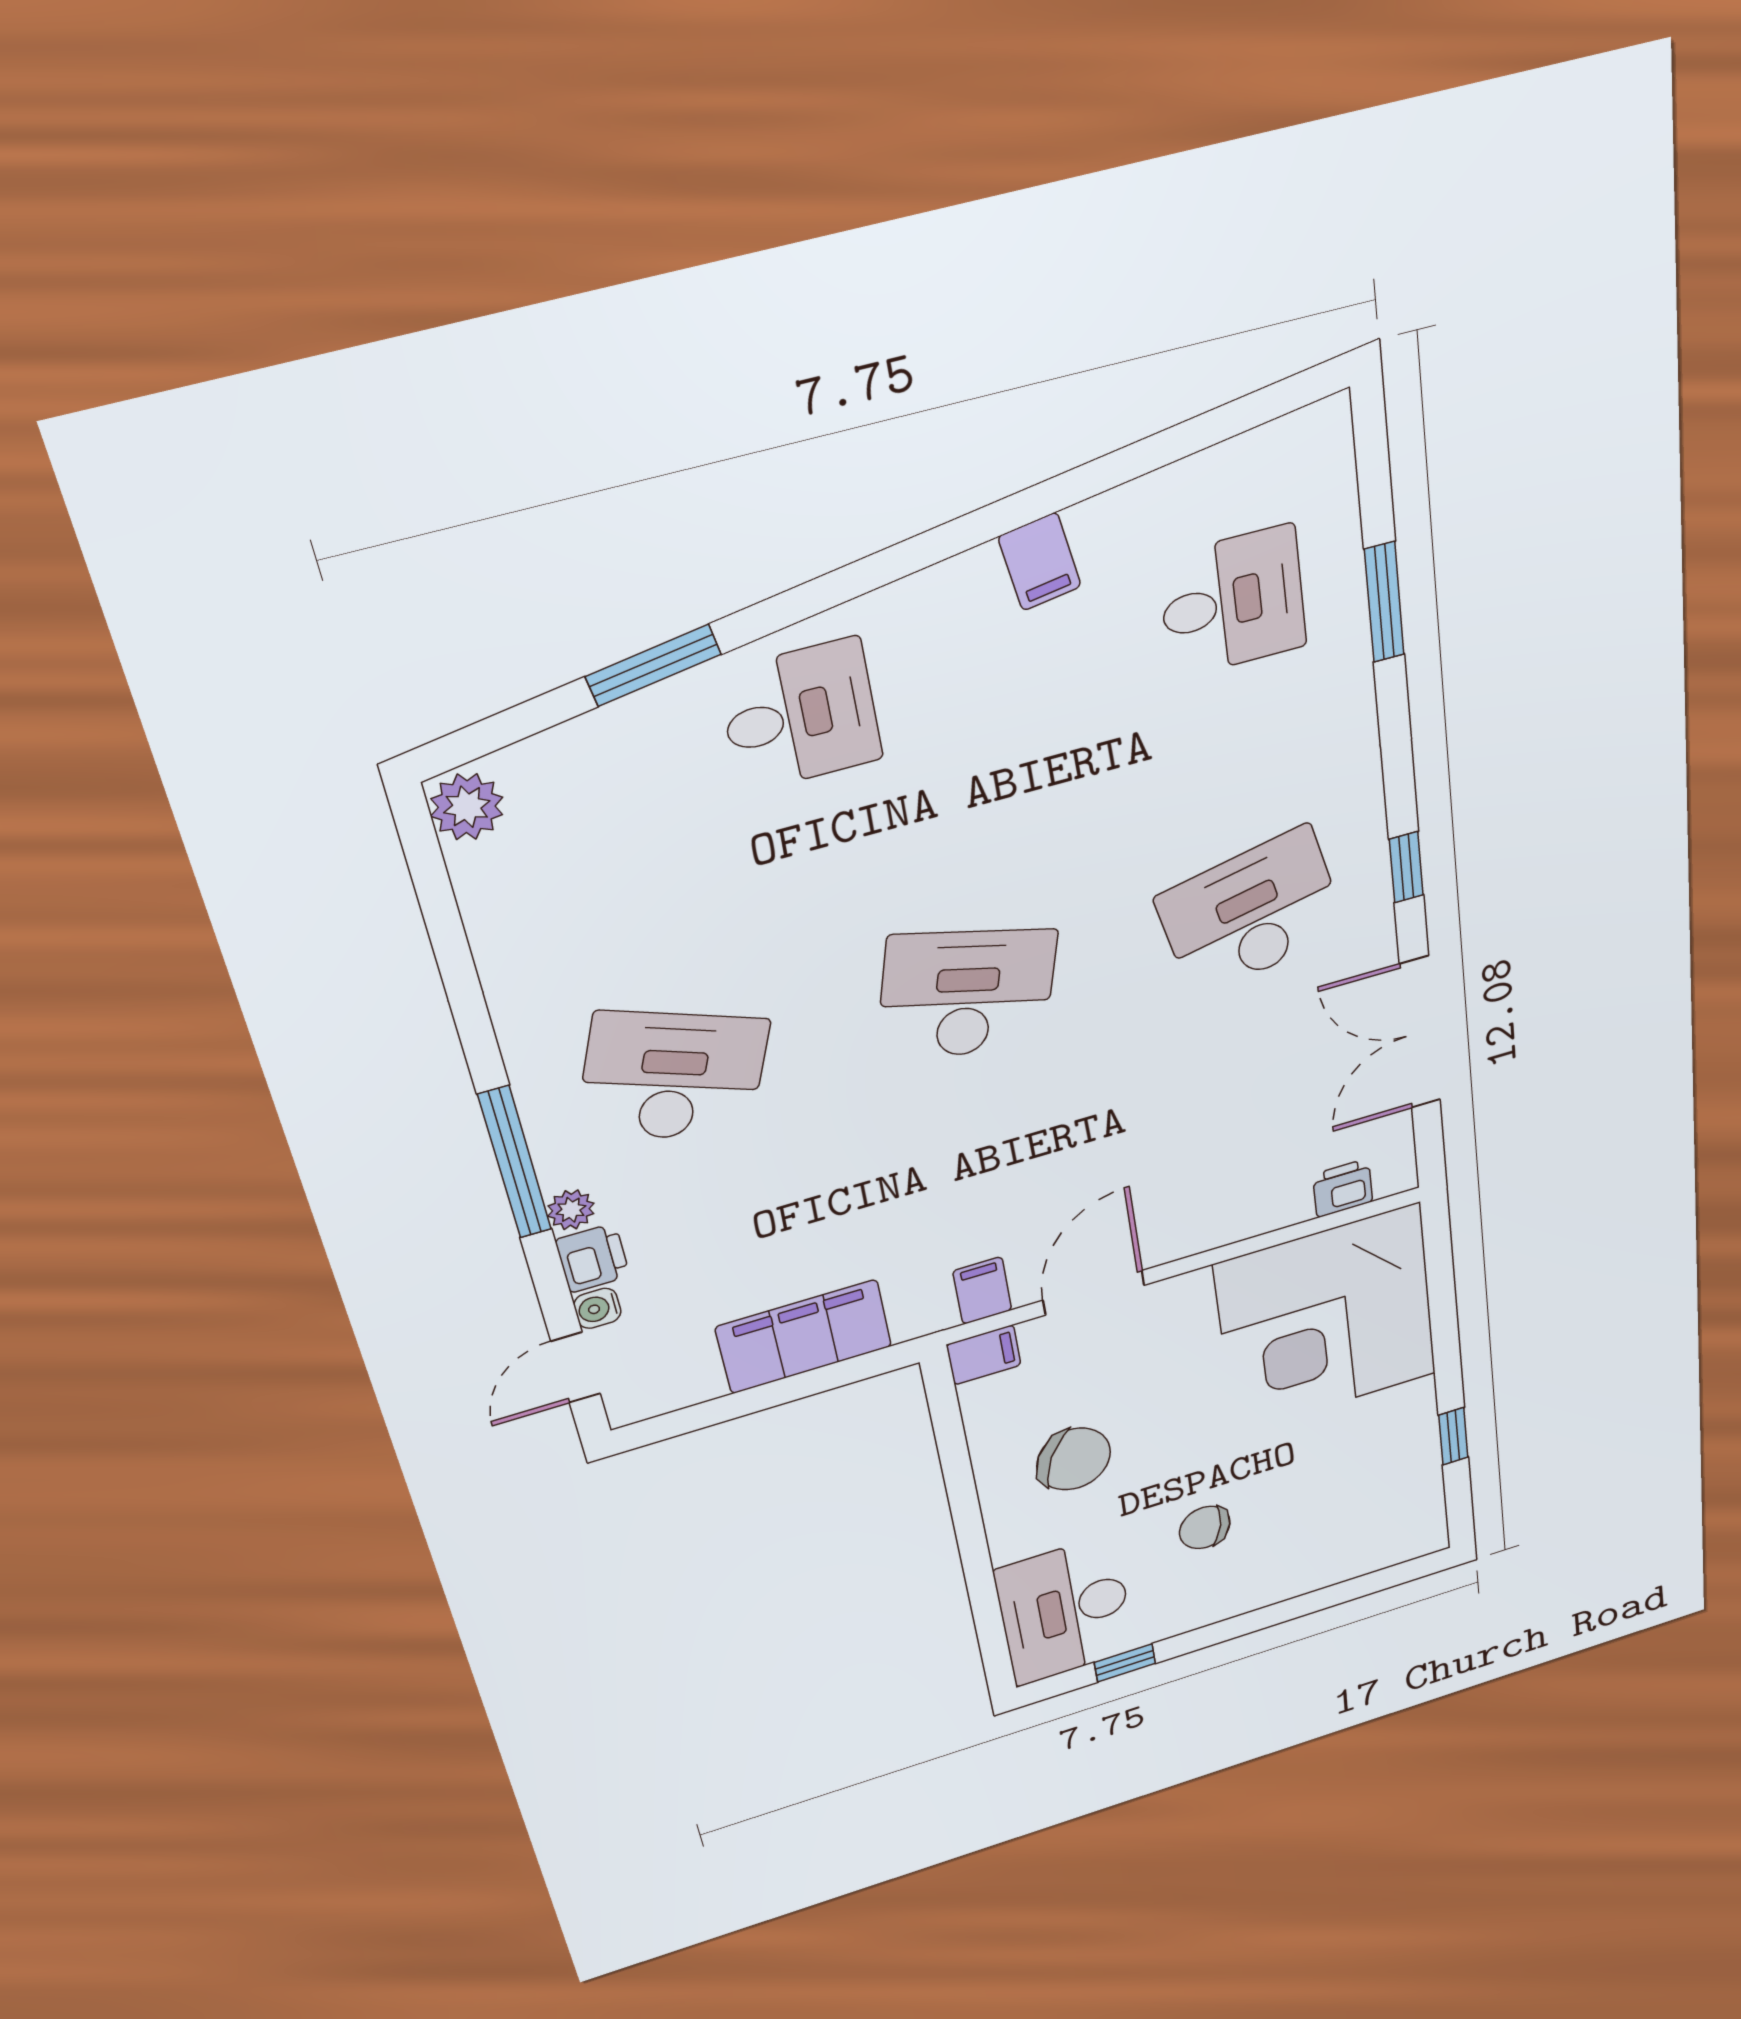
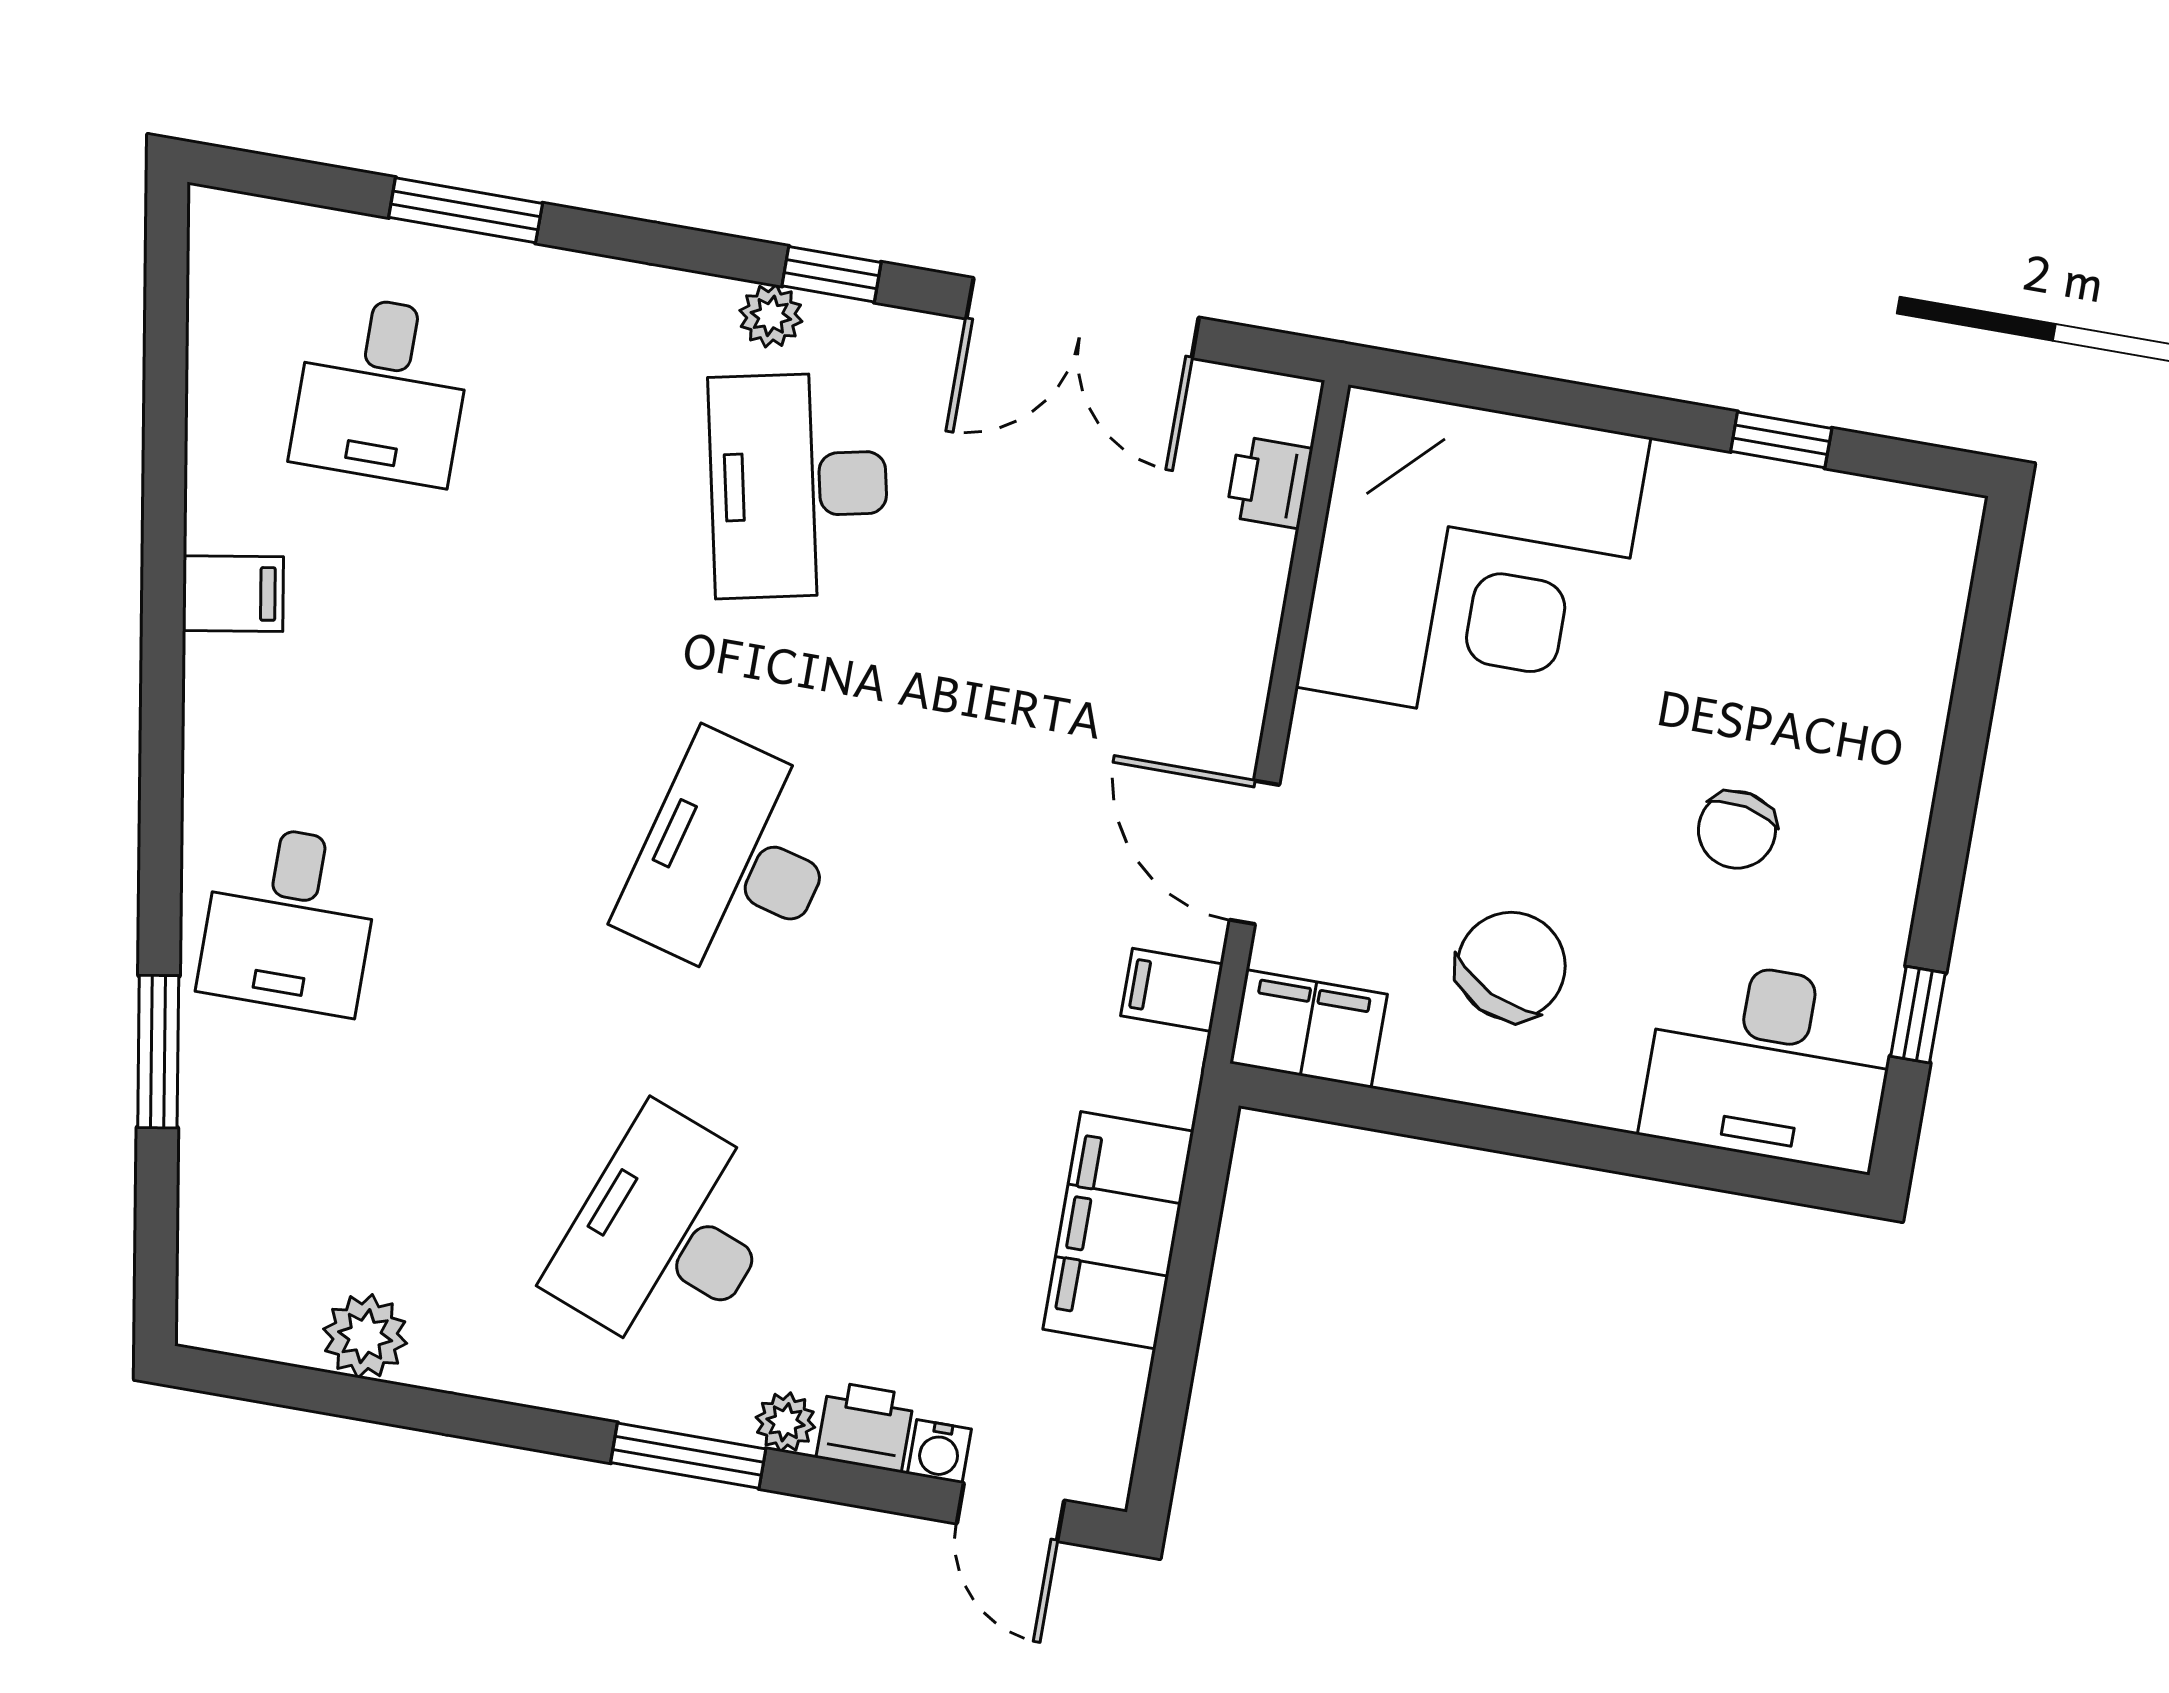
desk: (1233, 602) -> (382, 390), turned 180
desk: (800, 716) -> (290, 919), turned 180
plant: (467, 807) -> (365, 1336), moved
plant: (1366, 842) -> (771, 316), added
window: (515, 1162) -> (688, 1456), width x0.69
filing cabinet: (984, 1355) -> (1309, 1029), width x2.00

